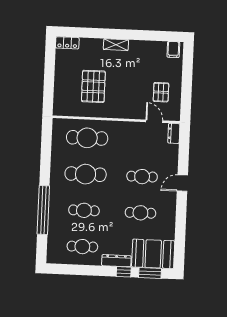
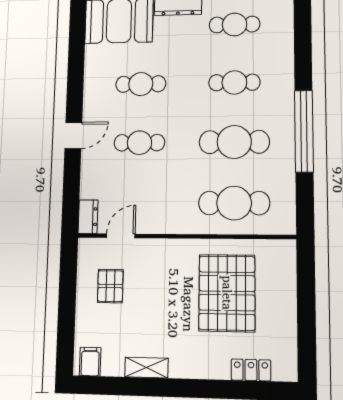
locker: (67, 43) -> (251, 370), moved
shelving: (116, 45) -> (146, 368), moved
pallet: (93, 86) -> (227, 293), width x1.37, depth x1.41
door: (154, 121) -> (121, 236), swing flipped
window: (43, 210) -> (304, 131), moved

